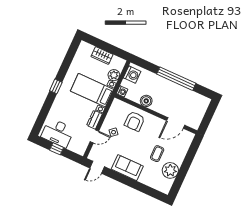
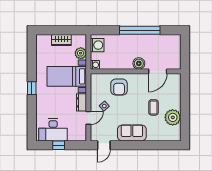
boiler: (146, 101) -> (139, 63), moved

